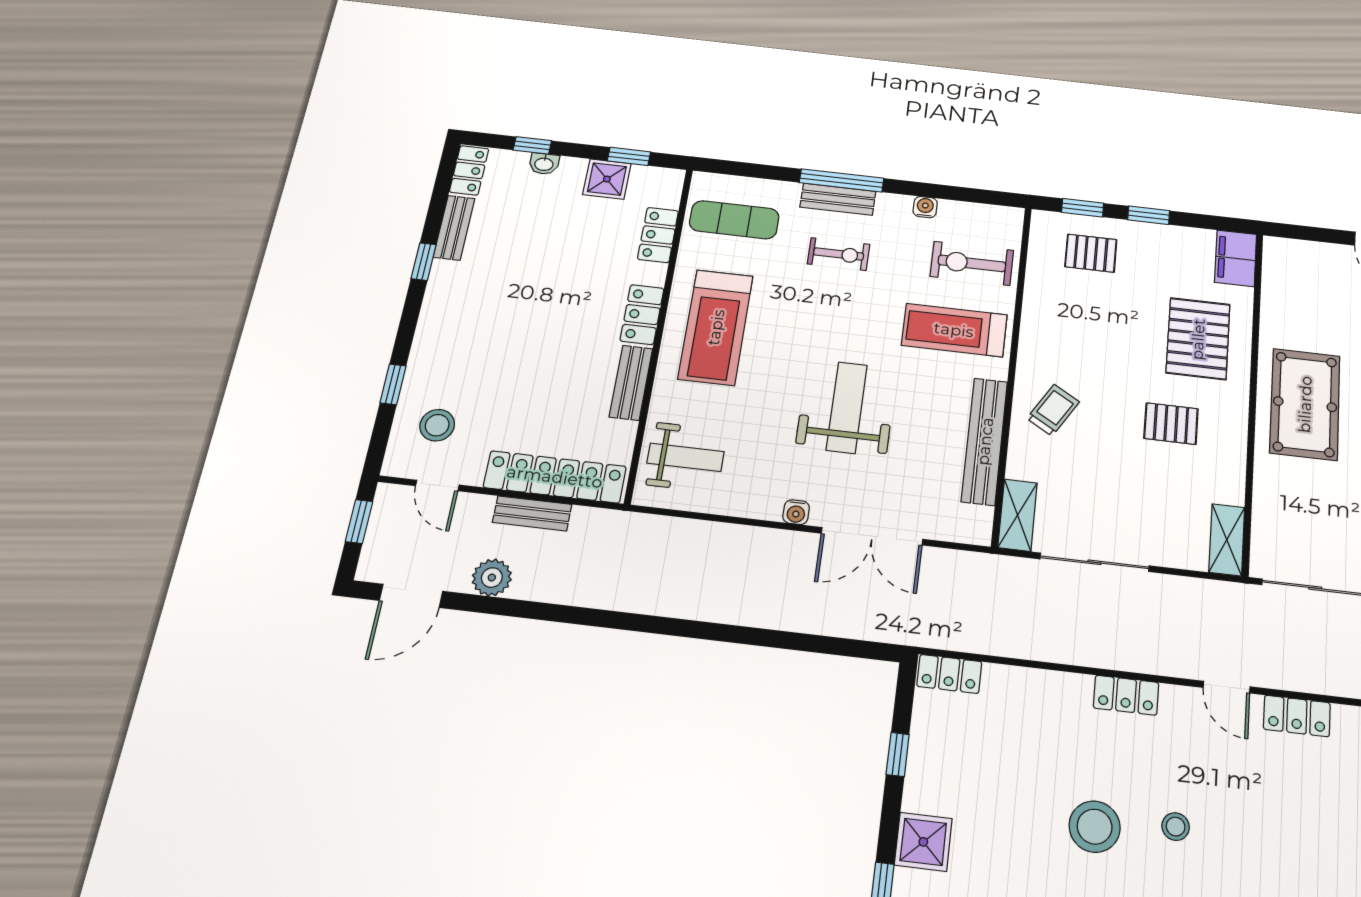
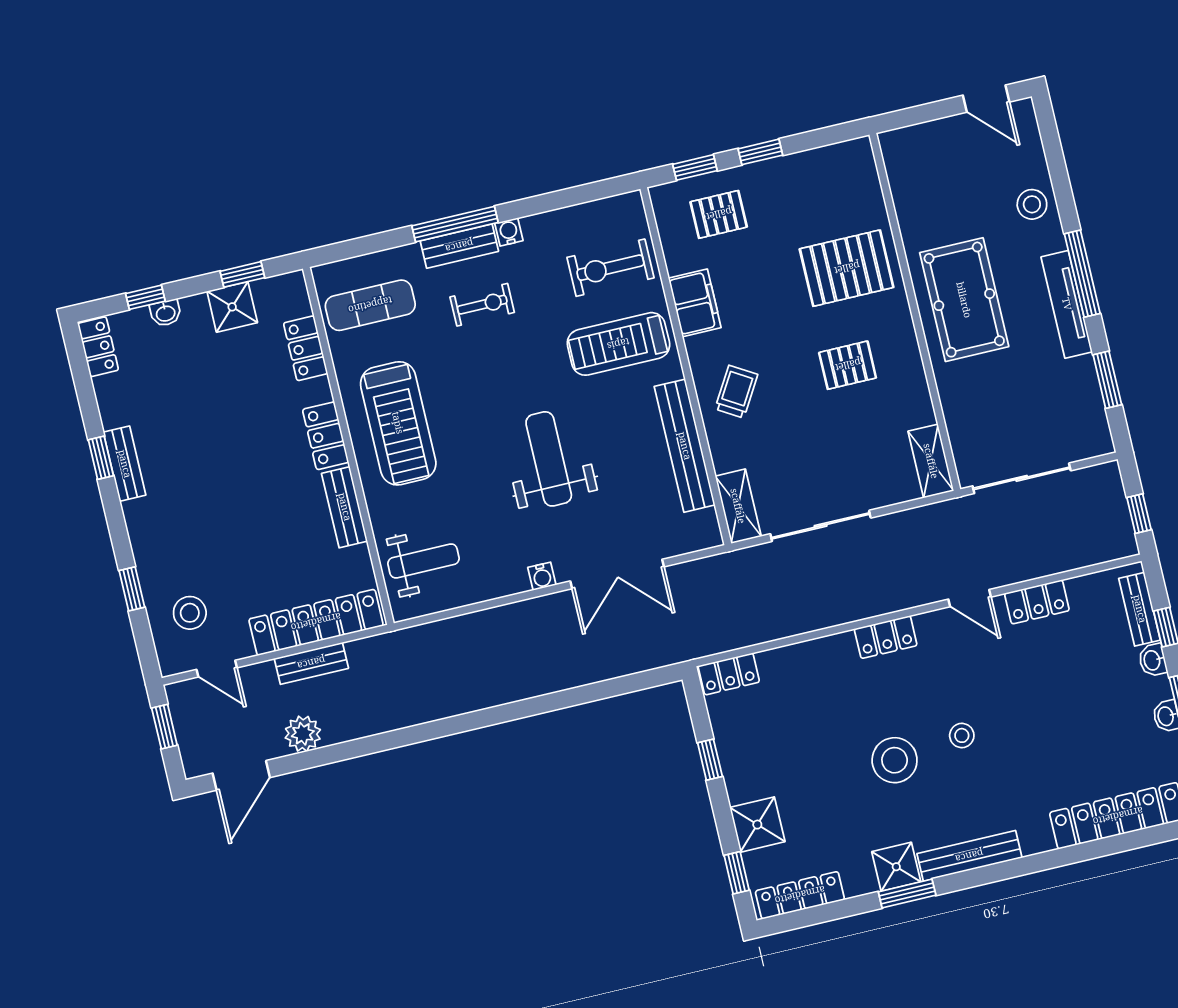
water cooler: (925, 207) -> (509, 232), moved
bench: (454, 228) -> (125, 464), moved
filing cabinet: (1236, 258) -> (695, 303), moved, turned 180
pallet: (1198, 339) -> (847, 268), turned 90

